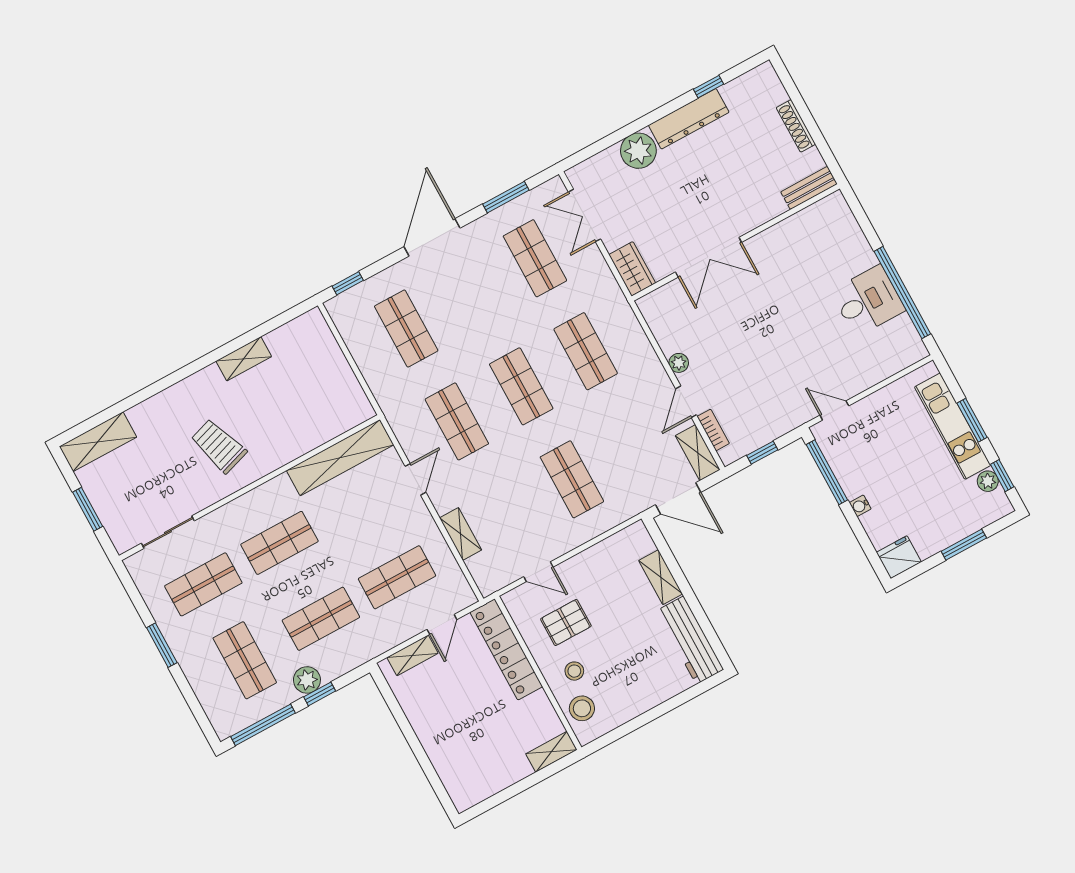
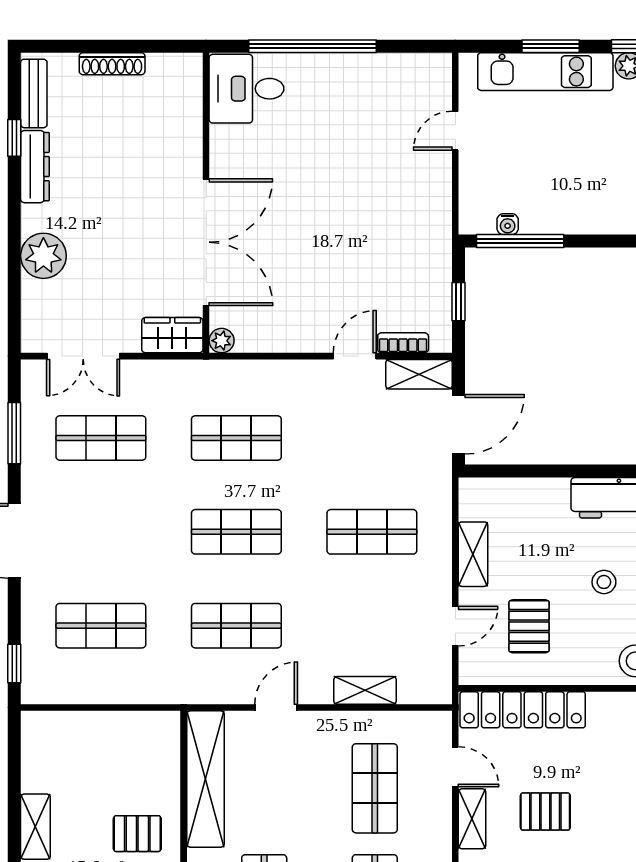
dresser: (689, 119) -> (35, 167), width x0.73, depth x0.80
bench: (809, 188) -> (34, 93), moved
double door: (709, 257) -> (206, 242), width x1.36
window: (902, 293) -> (312, 46), moved
desk: (868, 301) -> (246, 89), moved, turned -90
plant: (679, 363) -> (222, 341), moved
door: (686, 402) -> (355, 356), swing flipped
door: (834, 410) -> (455, 131), moved
pallet: (277, 431) -> (137, 834), added
door: (415, 479) -> (276, 708), hinge flipped
water cooler: (860, 506) -> (508, 224), moved
shelving: (661, 577) -> (473, 554), moved, turned 90
stool: (574, 671) -> (604, 582), moved
pallet: (445, 703) -> (545, 812), added

